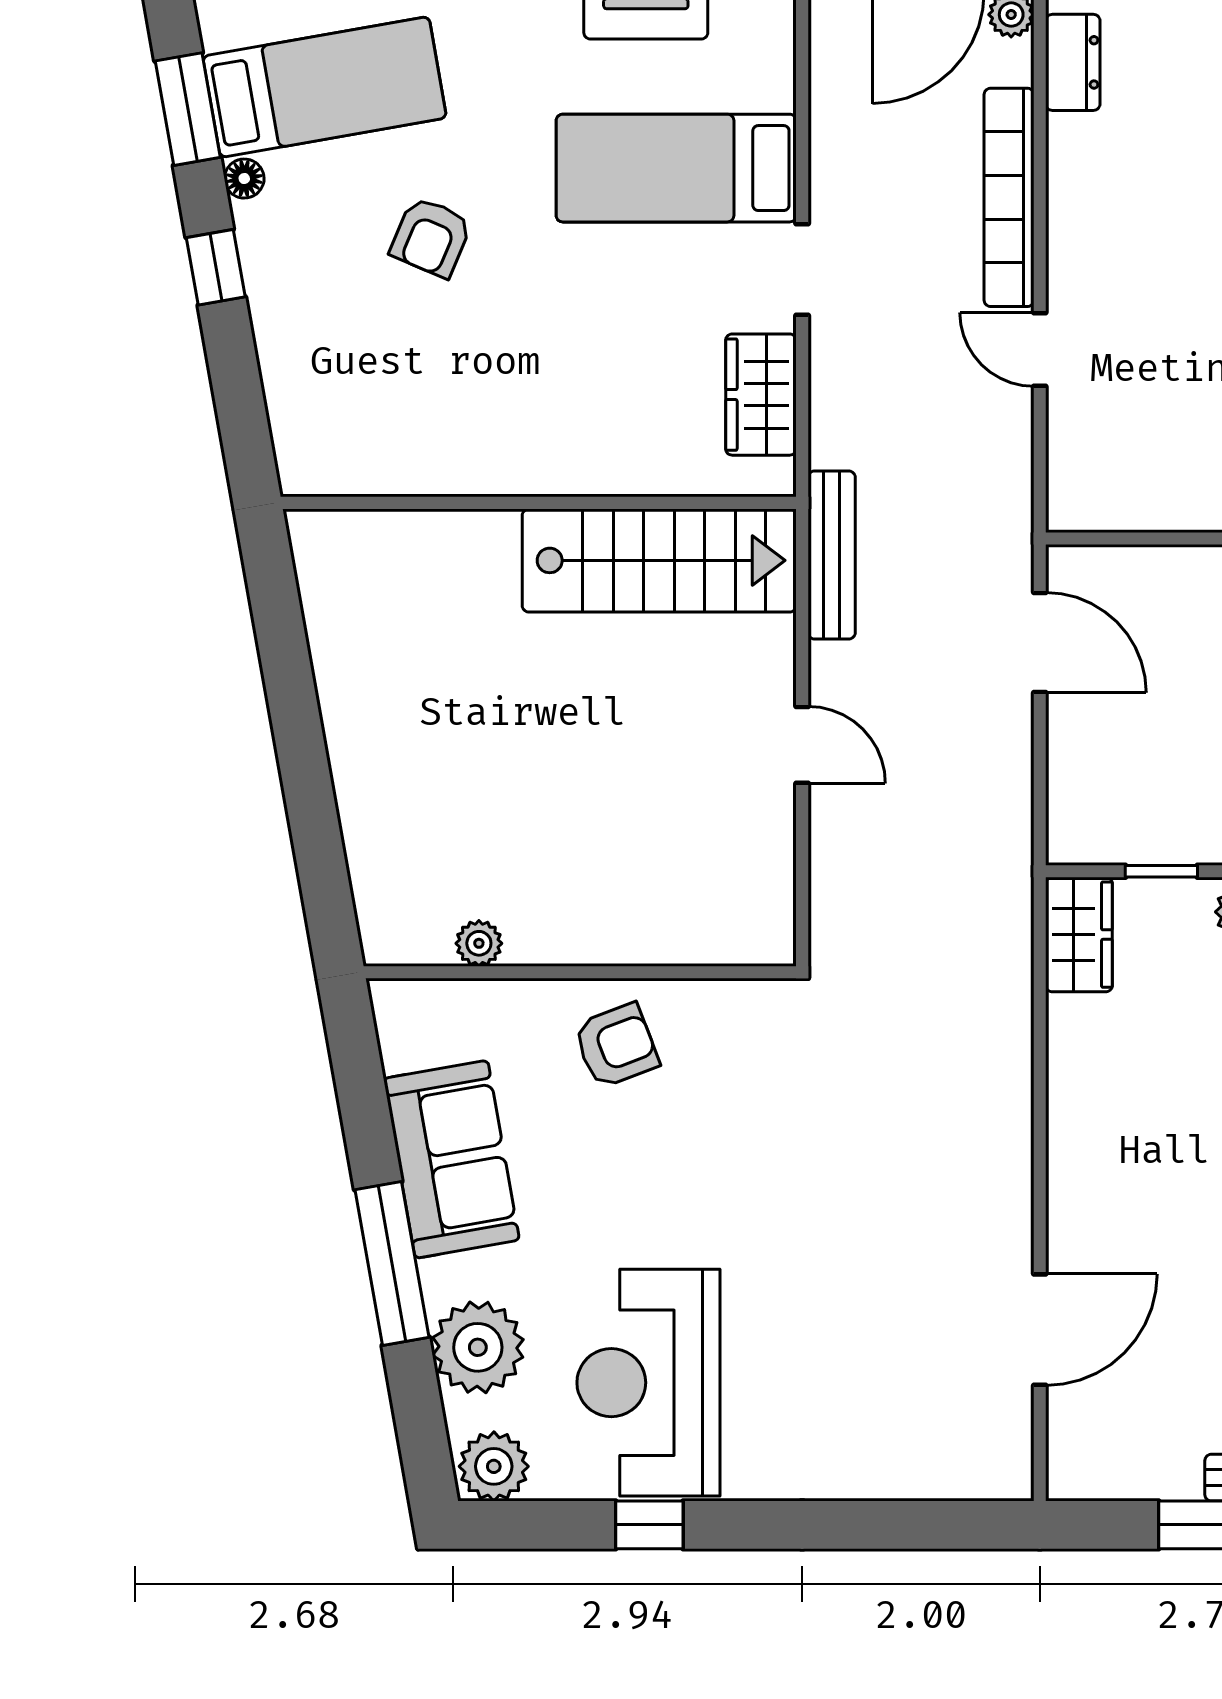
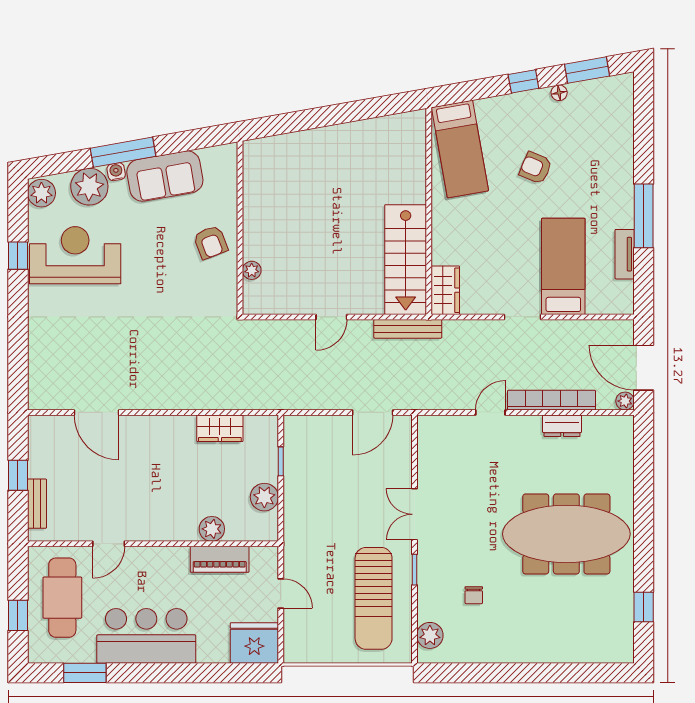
dresser: (1073, 62) -> (562, 426), moved
bed: (325, 87) -> (460, 149), moved
wardrobe: (761, 395) -> (445, 290), moved, turned 90
wardrobe: (1079, 935) -> (220, 428), moved
plant: (479, 943) -> (252, 270), moved
water cooler: (441, 1281) -> (116, 172), added

